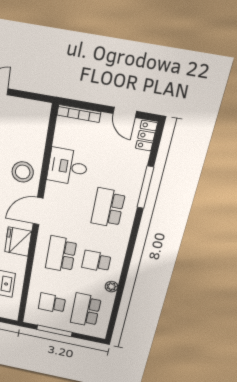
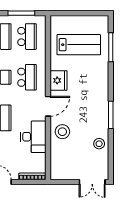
desk: (68, 167) -> (33, 137), width x1.37
school desk: (52, 303) -> (27, 37), width x1.85

